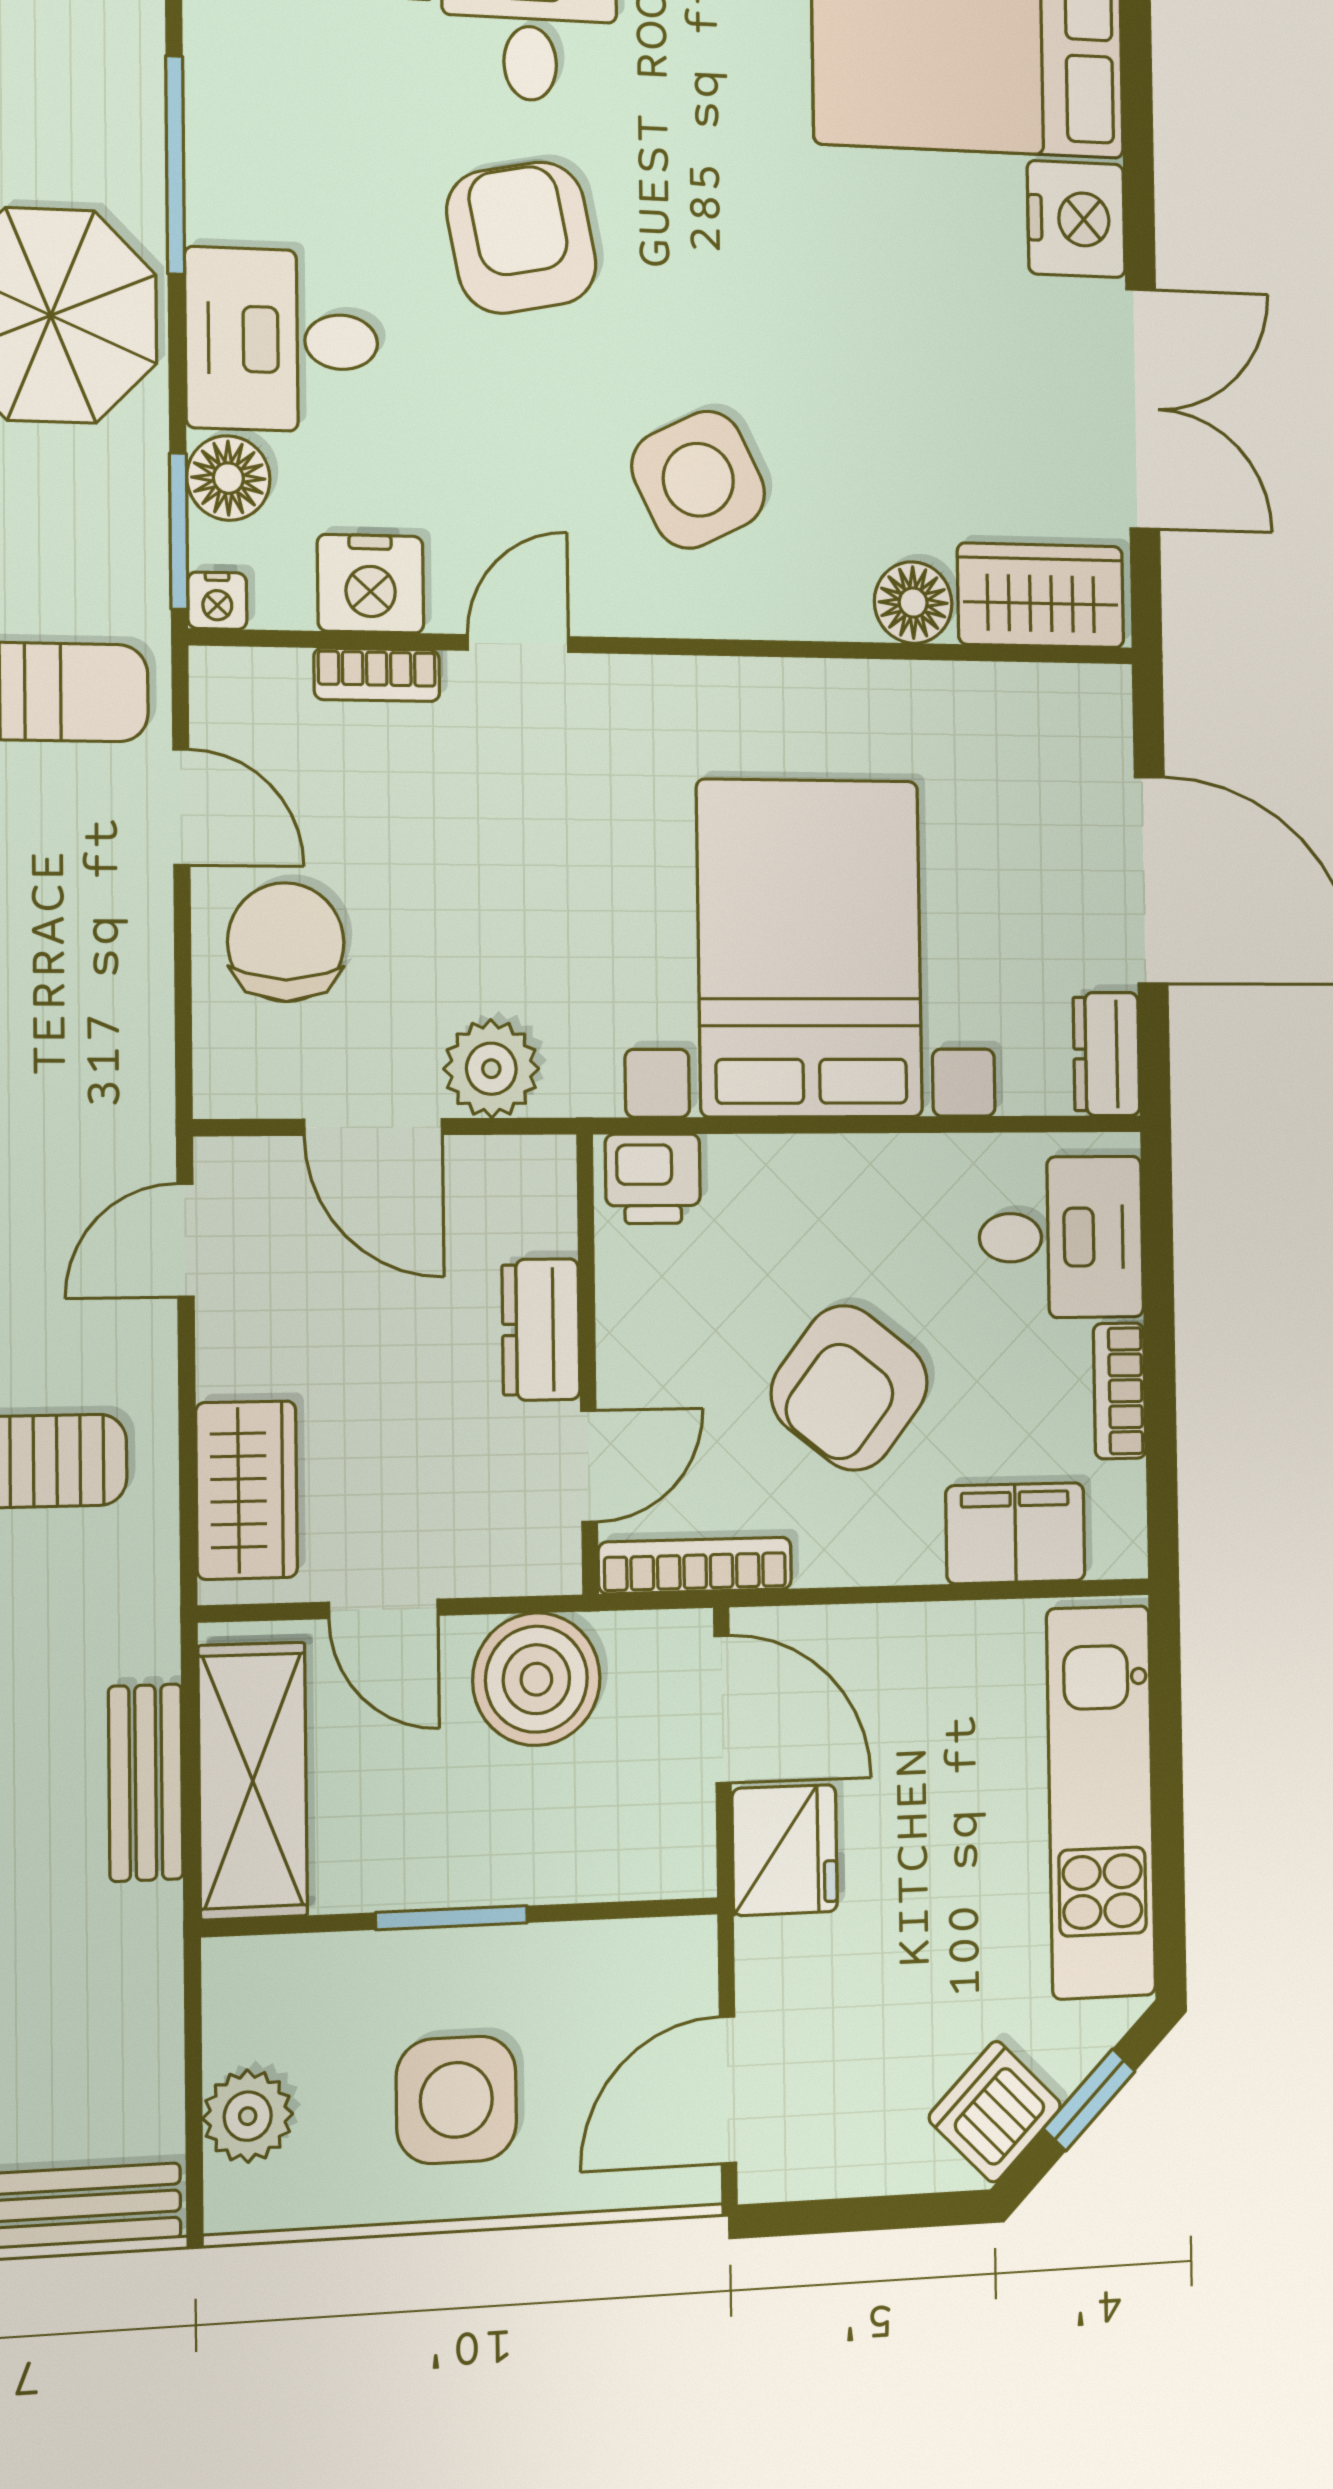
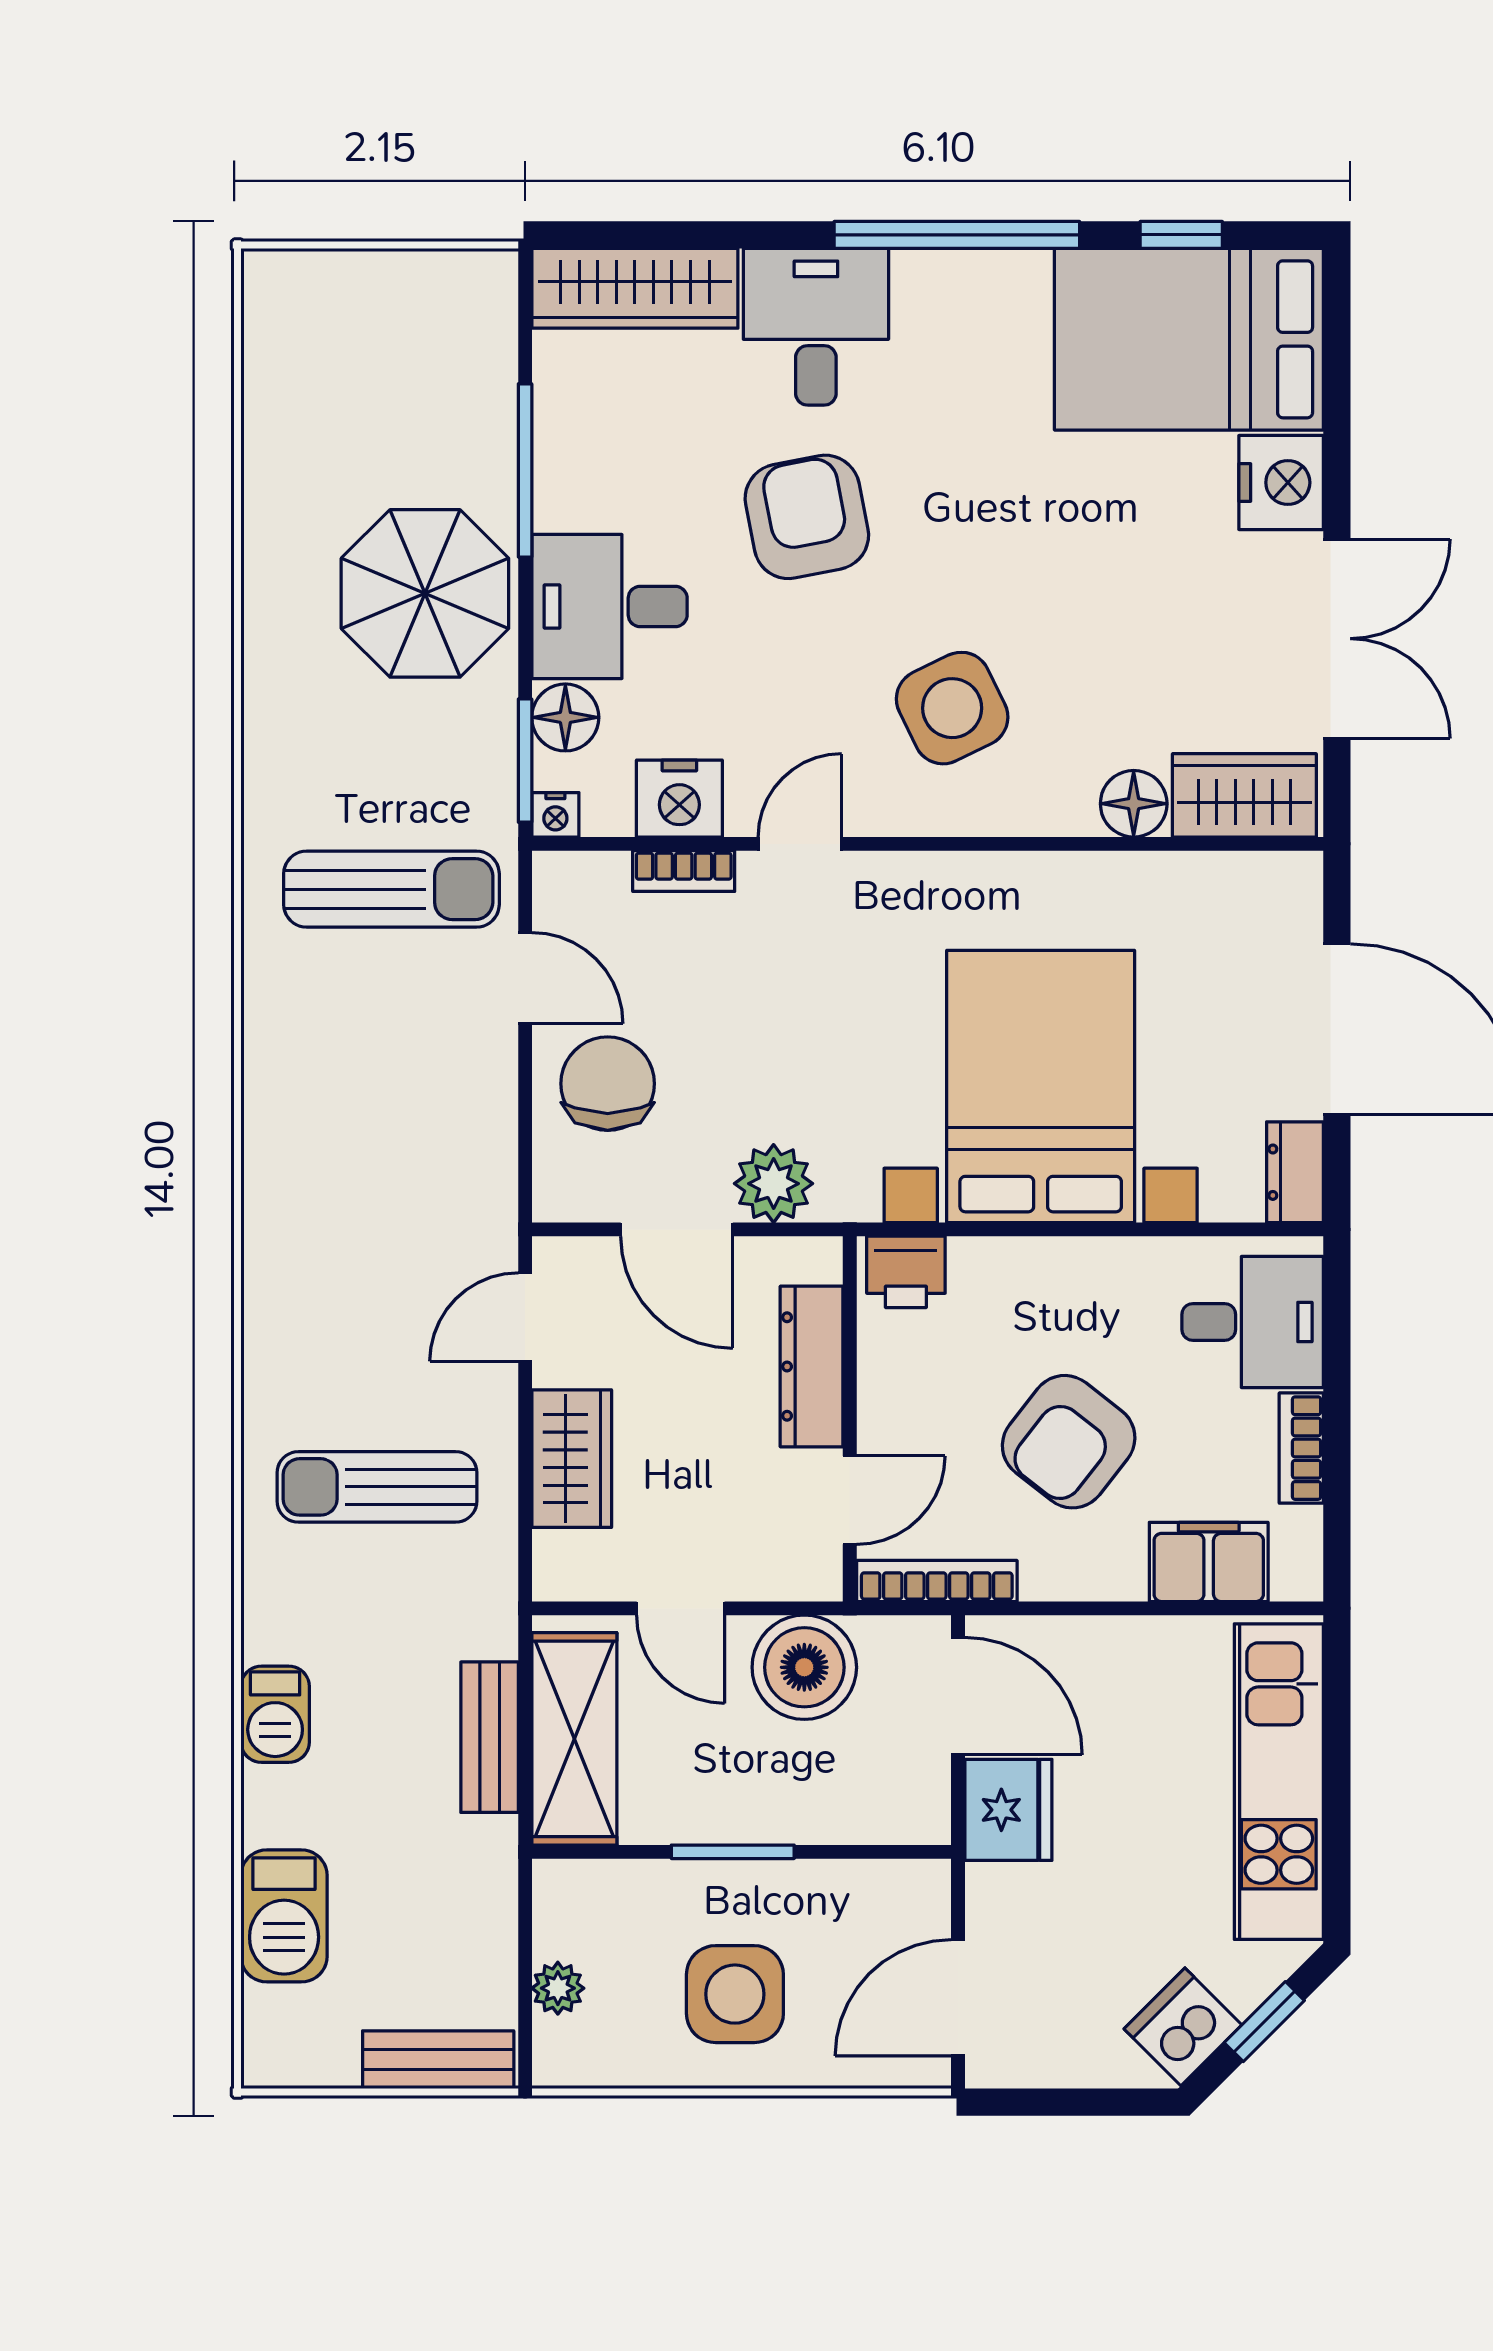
dresser: (541, 1330) -> (812, 1367), width x1.44
wardrobe: (247, 1490) -> (572, 1459), moved
plant: (248, 2116) -> (558, 1988), width x0.73, depth x0.73

